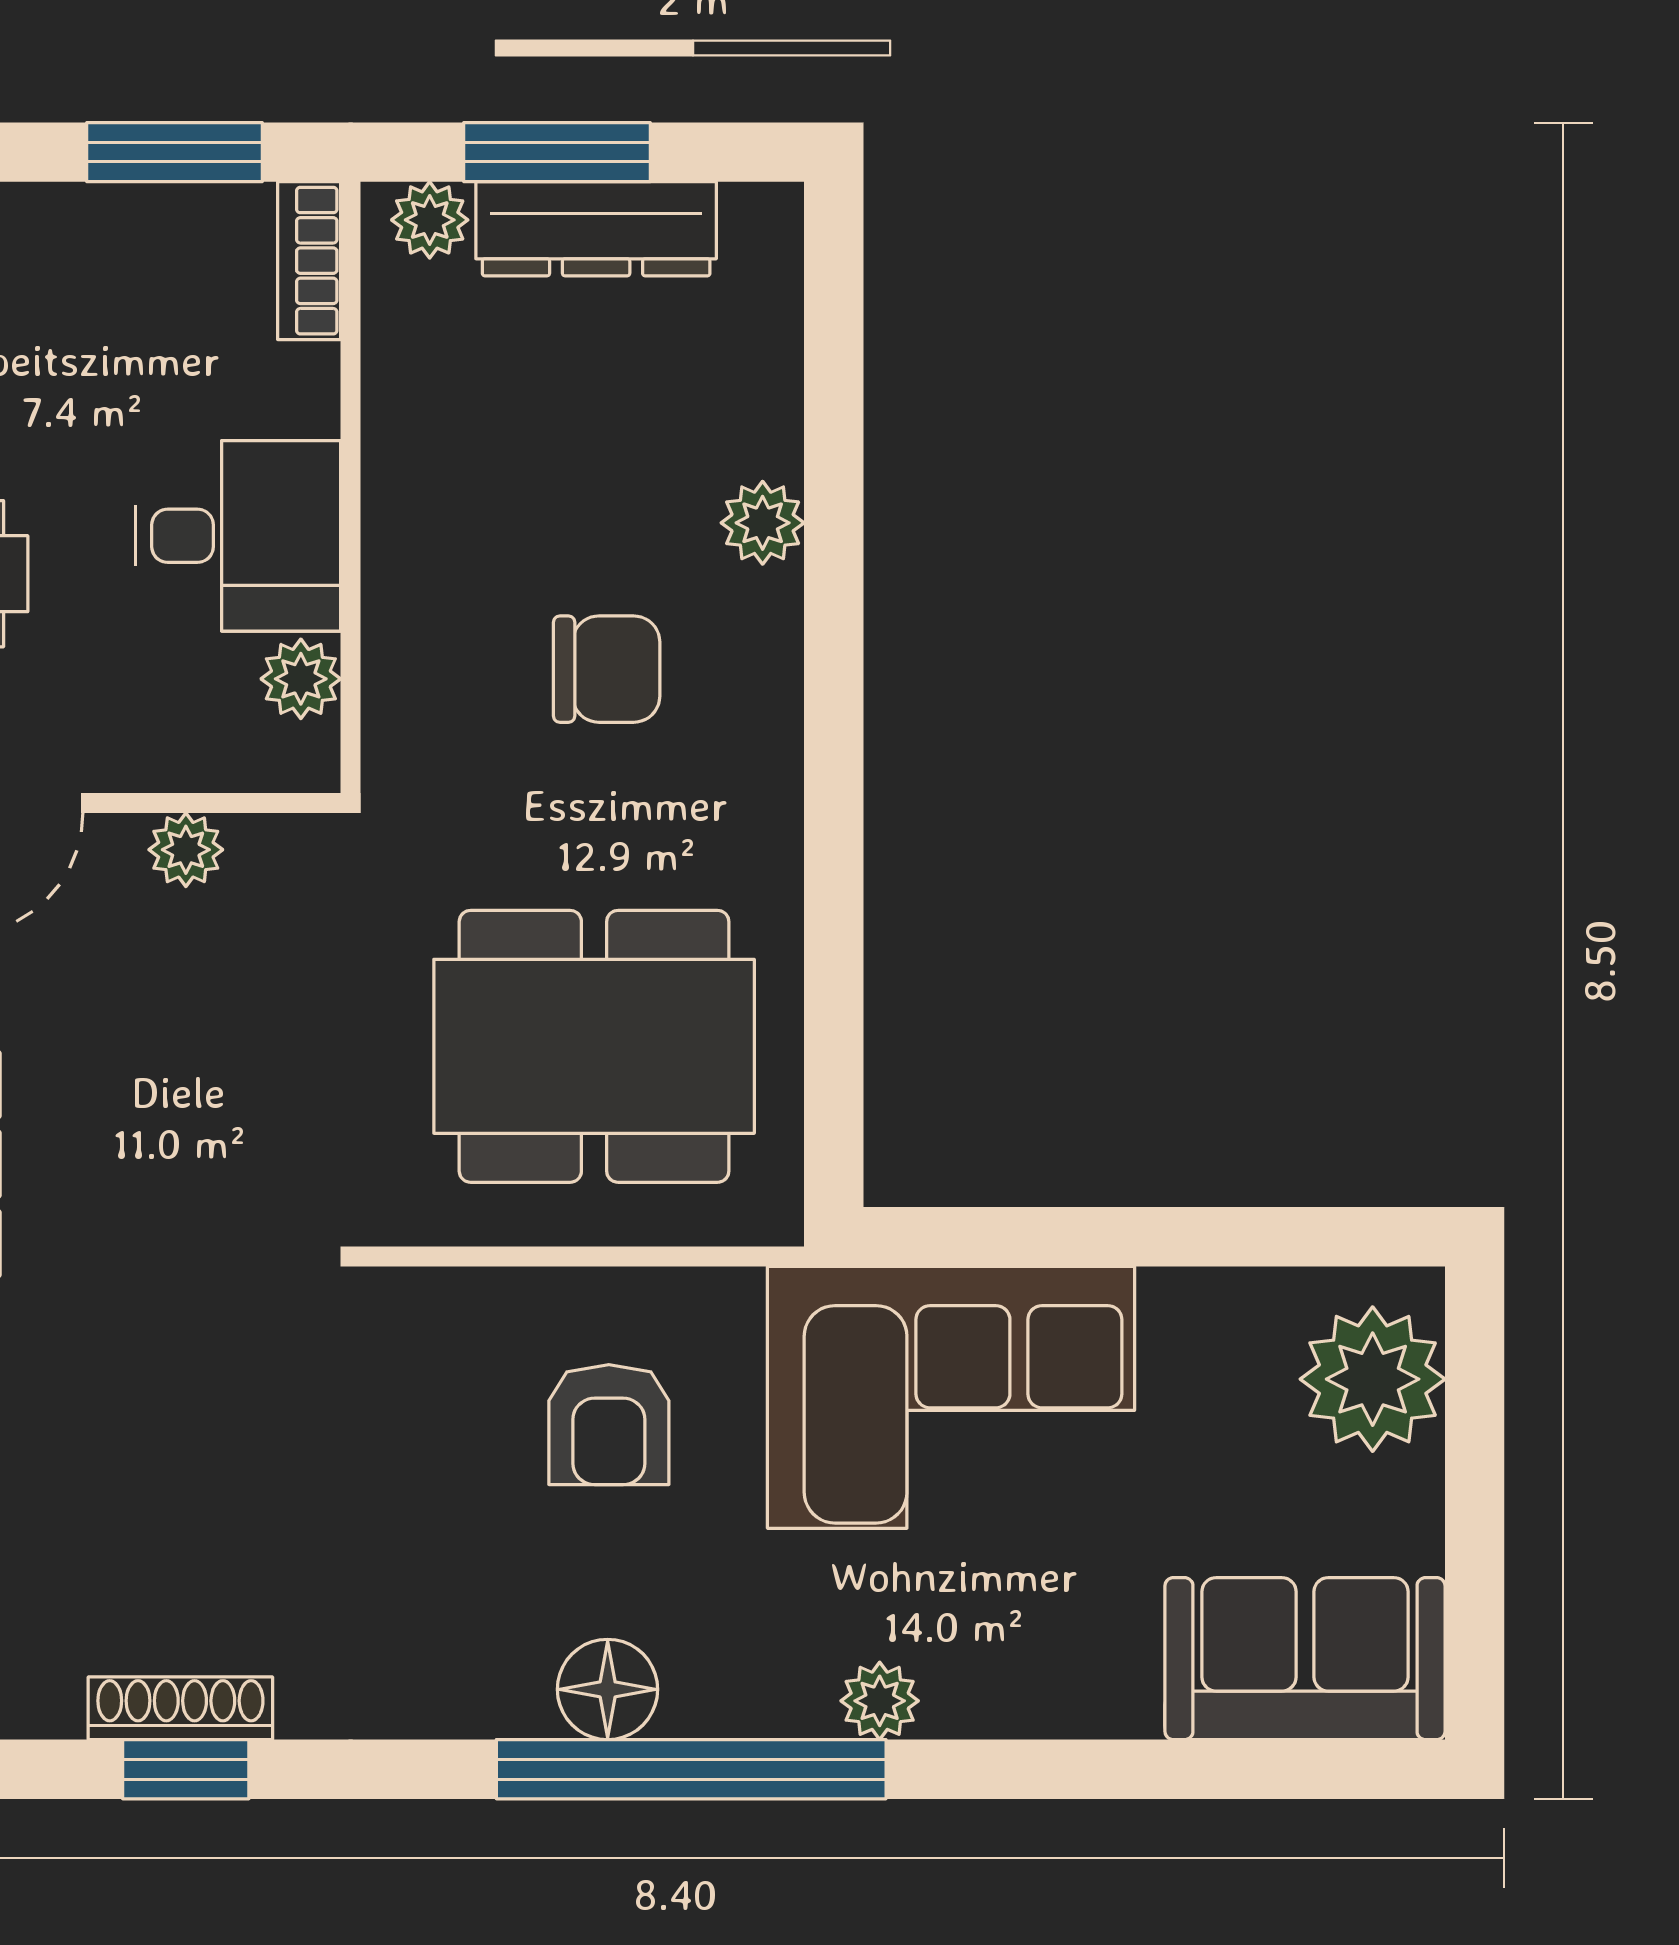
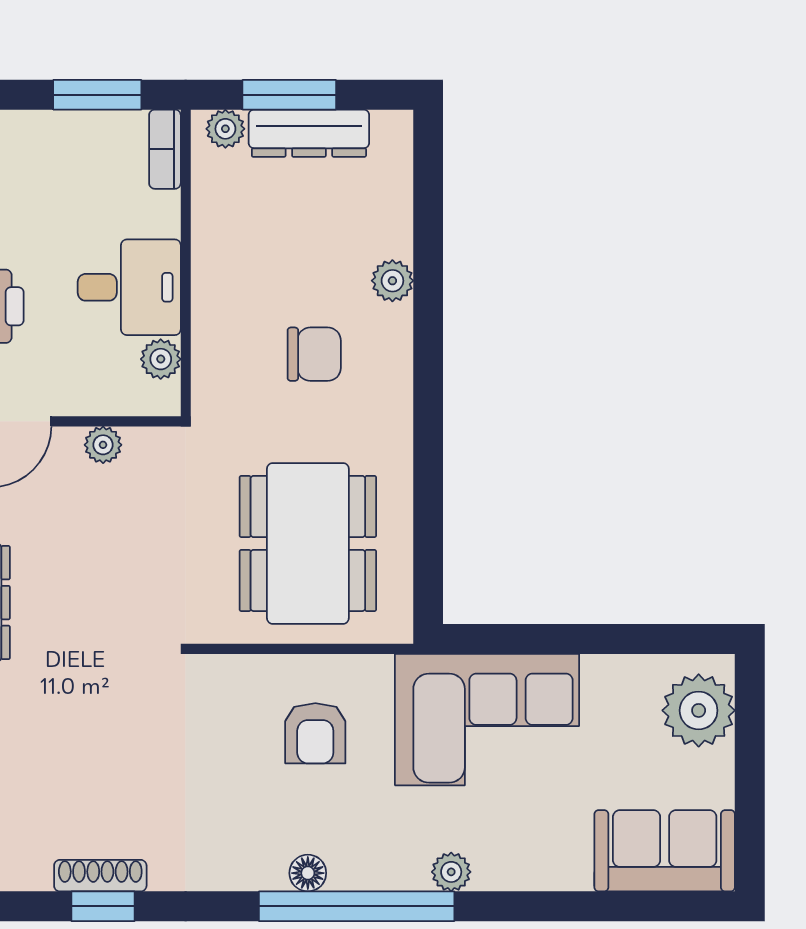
dining table: (594, 1046) -> (308, 543), turned 90
floor lamp: (608, 1689) -> (308, 873), width x0.73, depth x0.73

